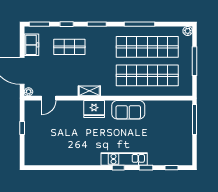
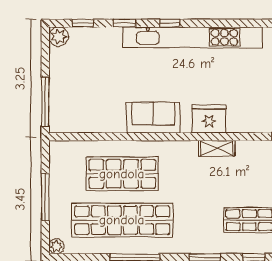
shop shelf: (147, 75) -> (122, 174), width x0.71
kitchen unit: (124, 159) -> (192, 37), width x1.86
plant: (186, 159) -> (59, 37), added

